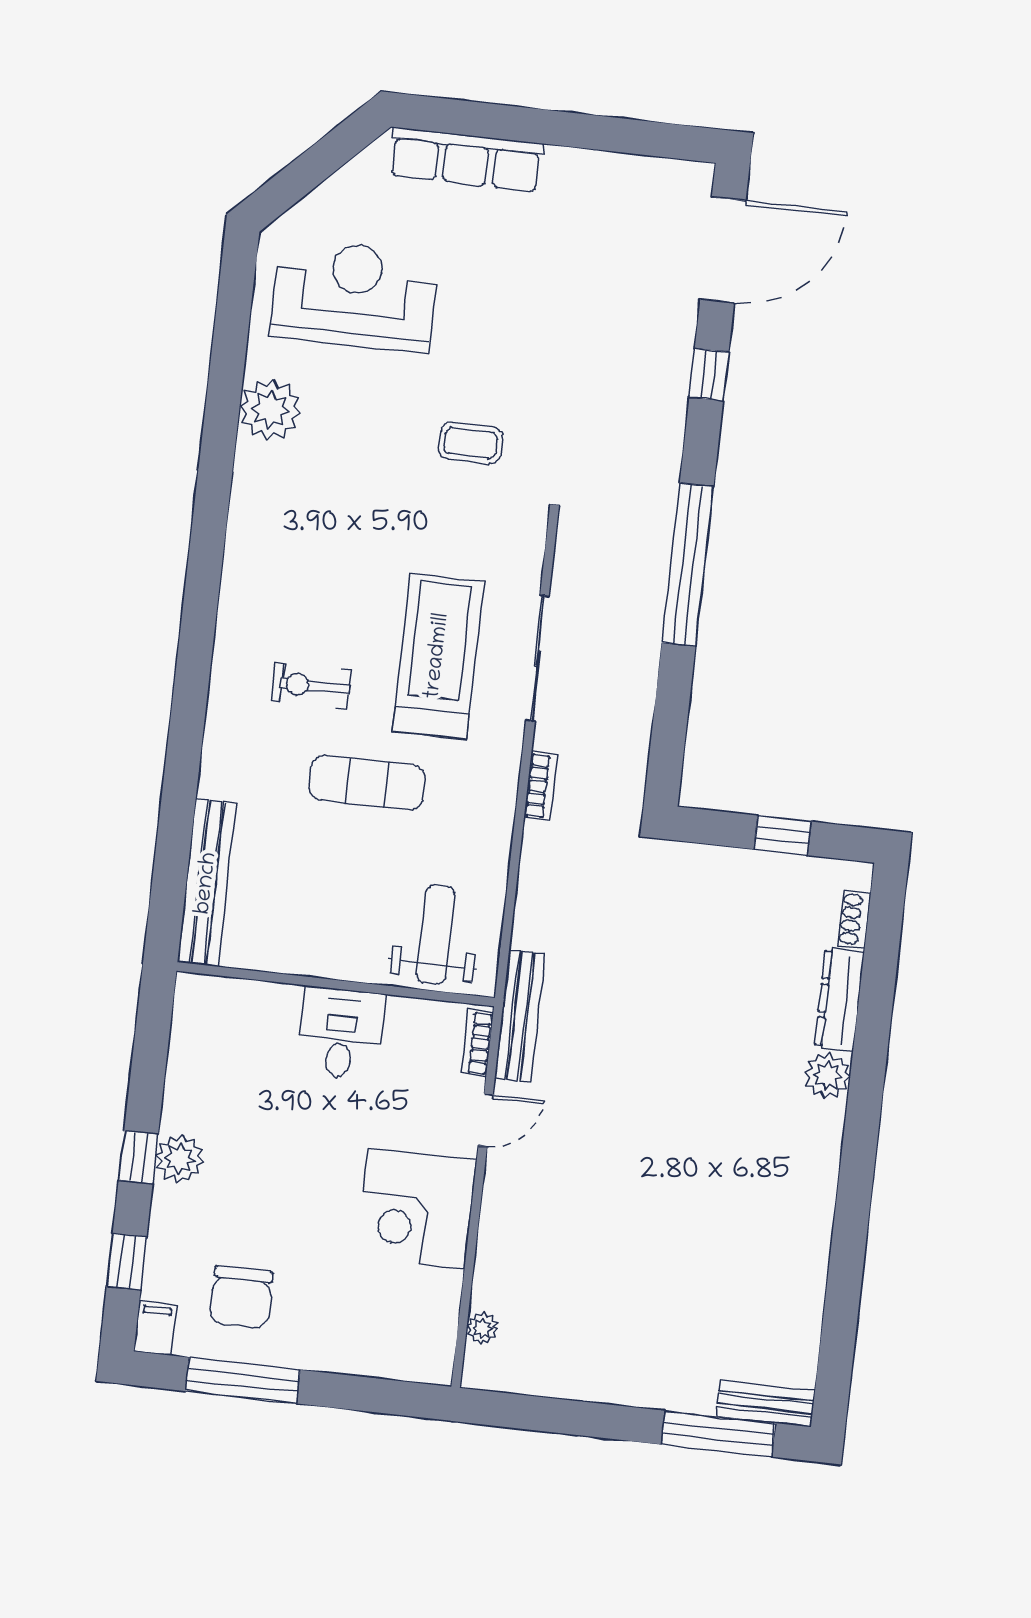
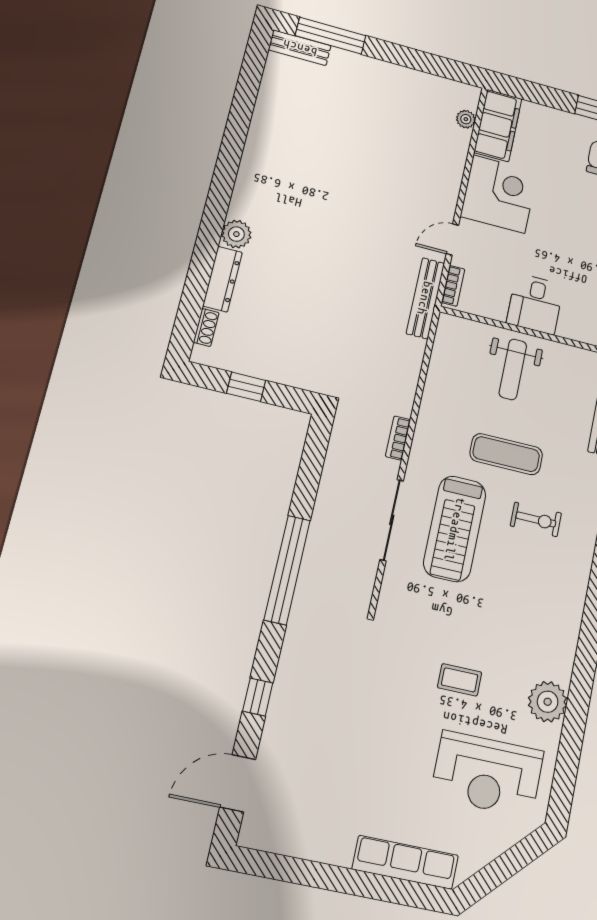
door: (723, 250) -> (238, 783), width x0.73
coffee table: (471, 443) -> (460, 680), moved
weight bench: (436, 935) -> (513, 369), moved
filing cabinet: (428, 1327) -> (498, 126), added

